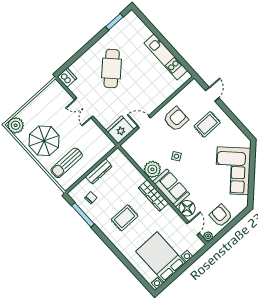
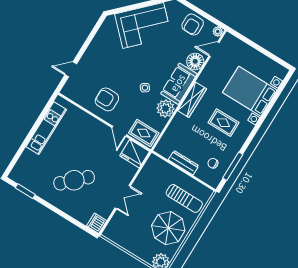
rug: (207, 124) -> (144, 133), moved
bed with nightstands: (161, 257) -> (250, 91), moved, turned 90

